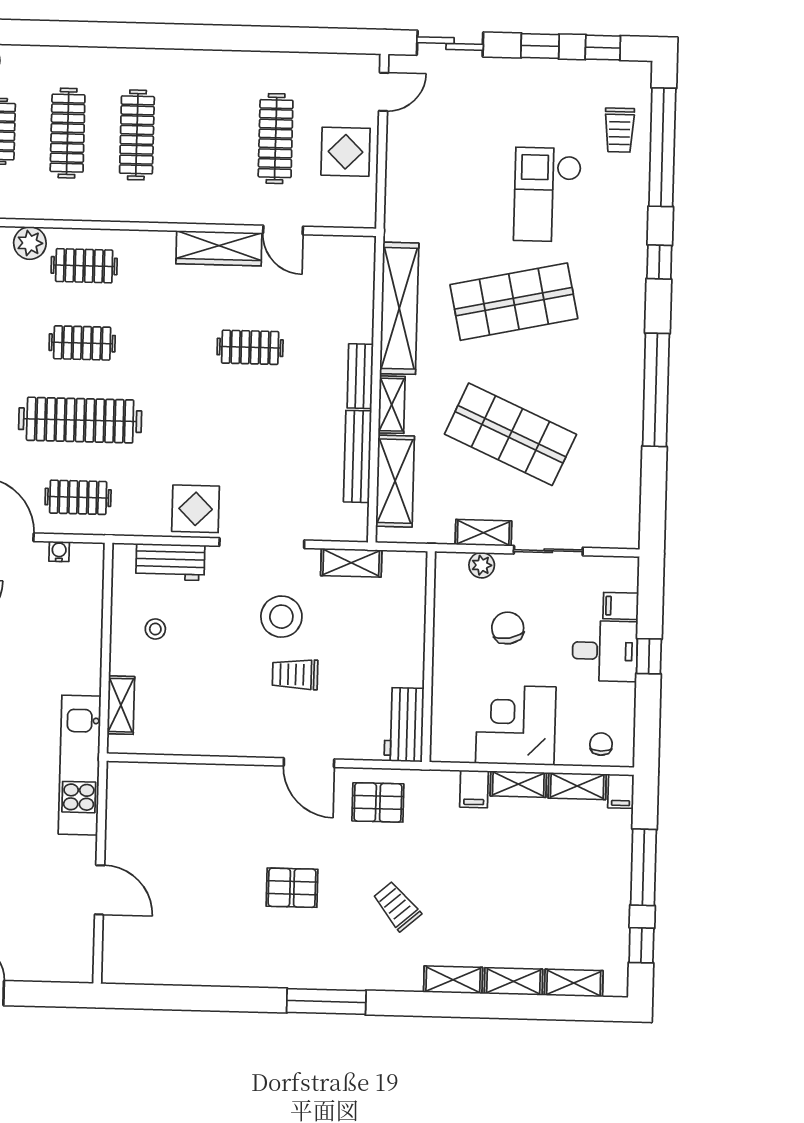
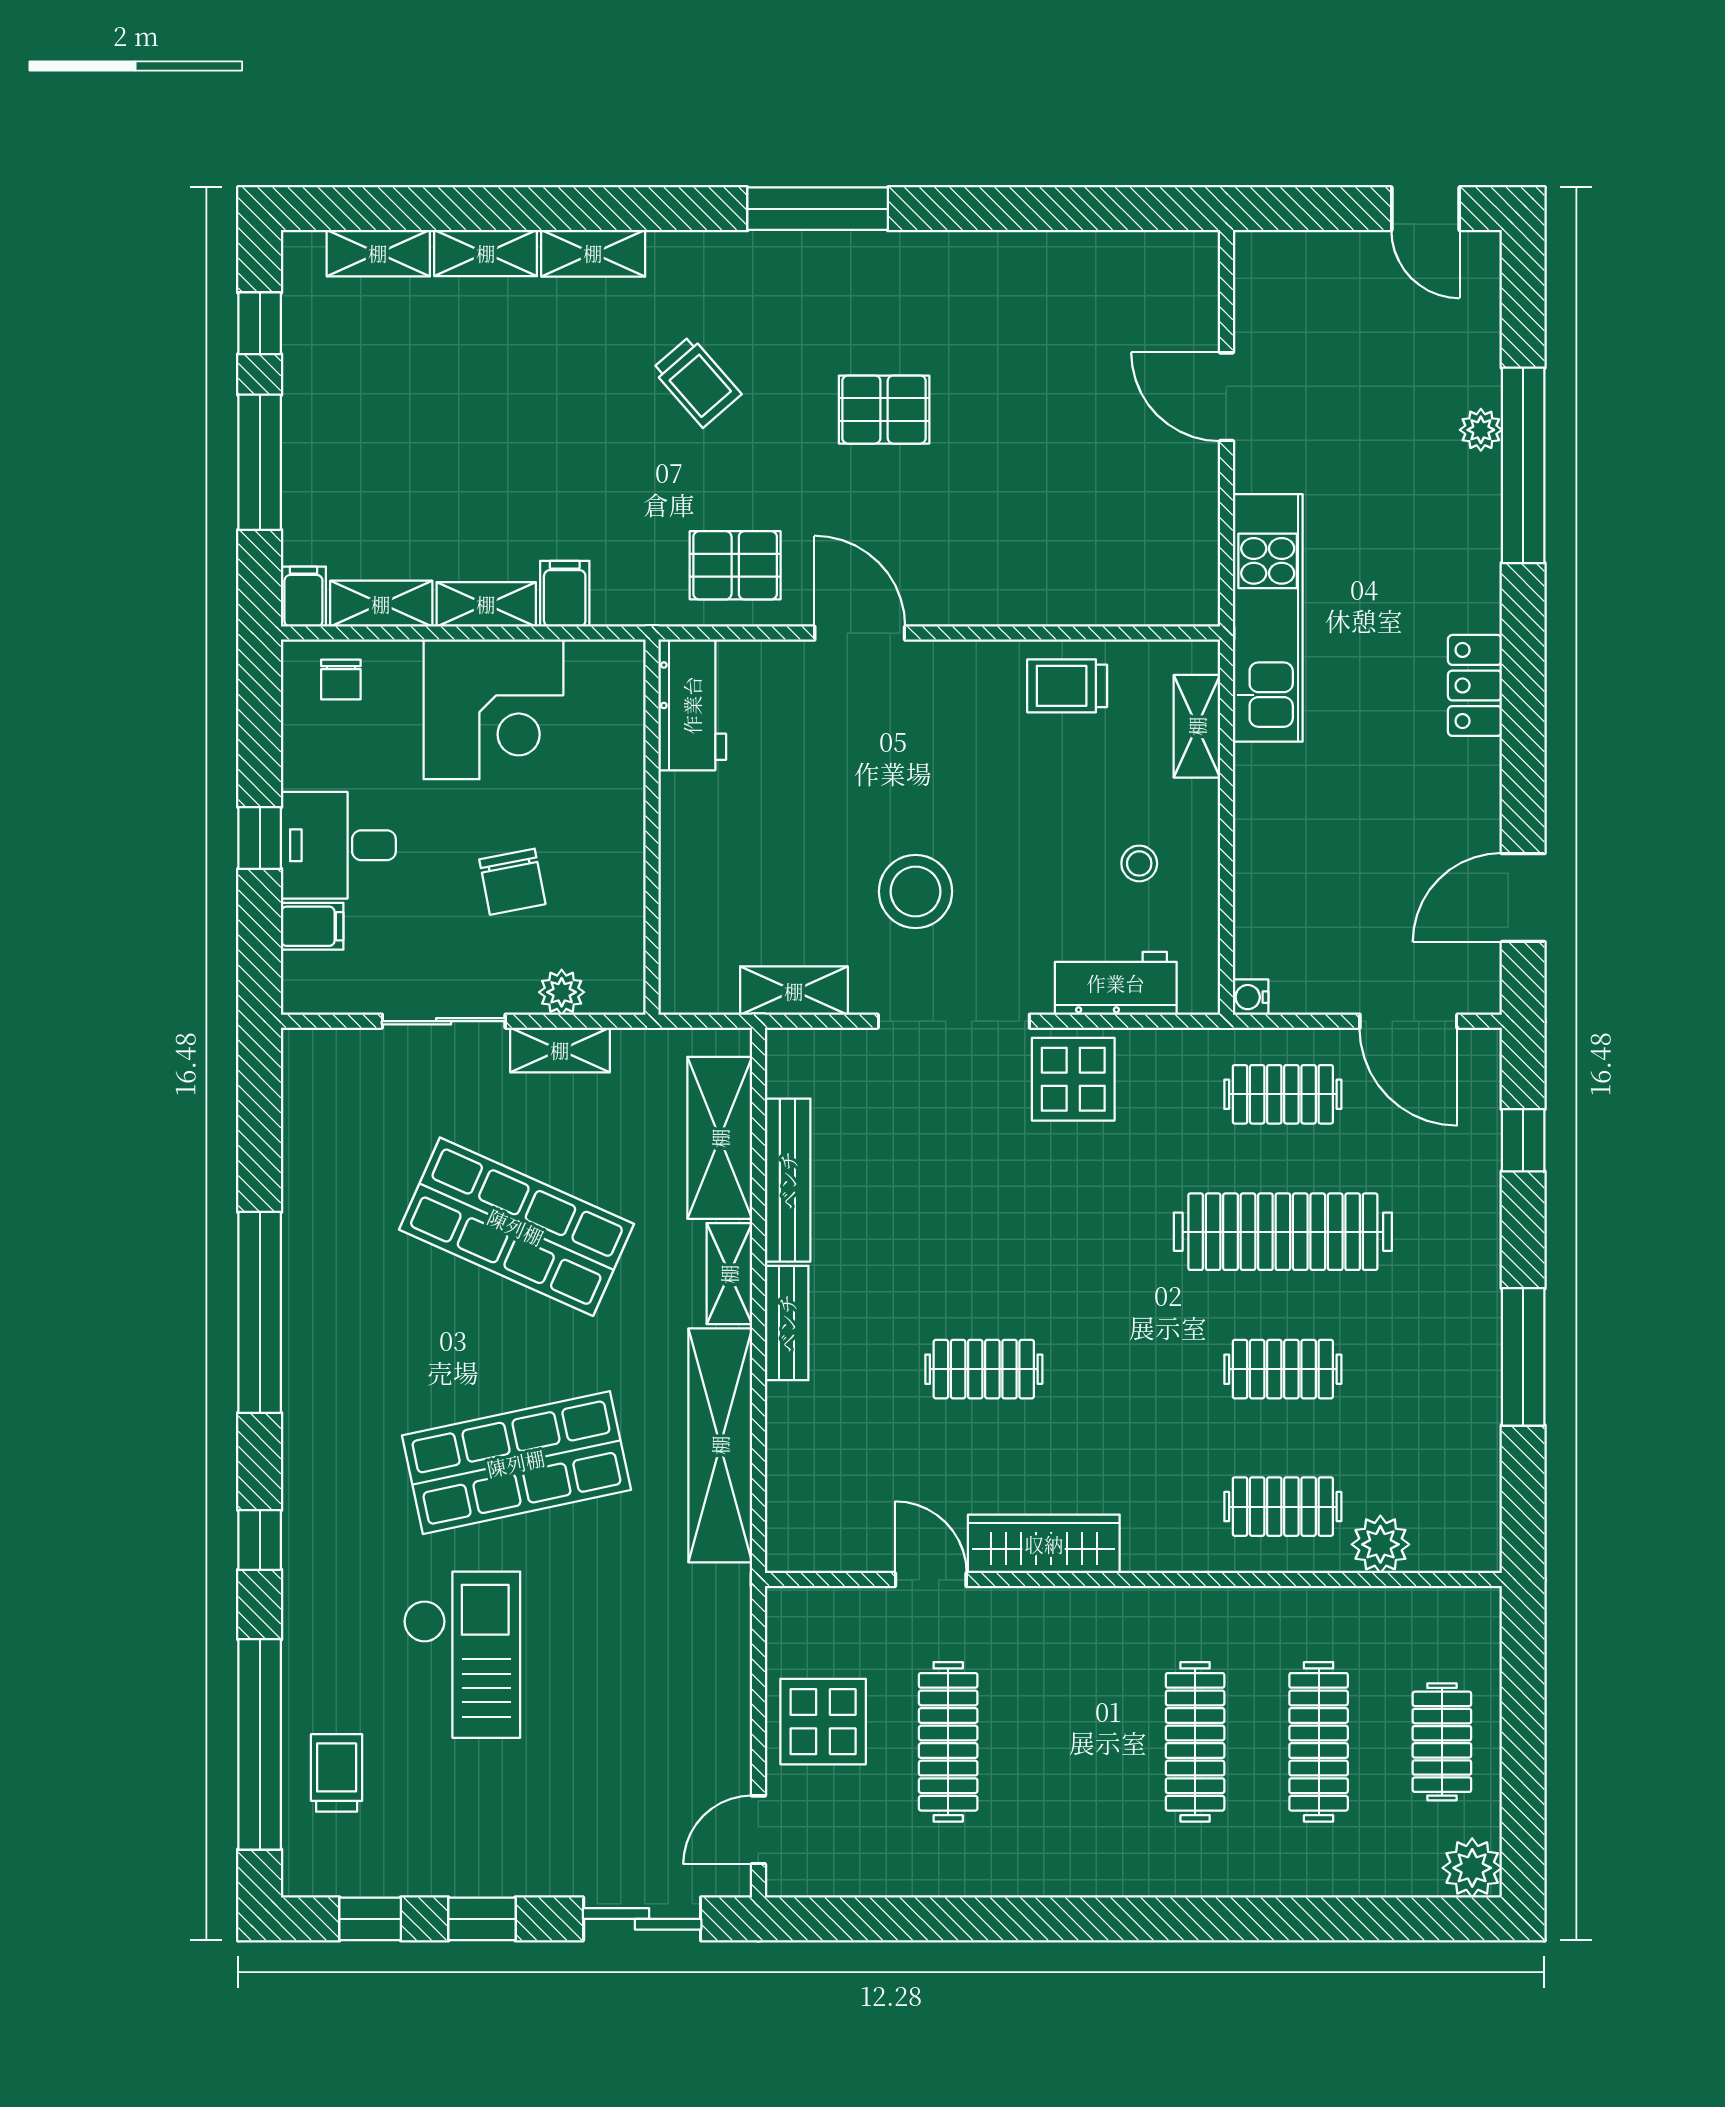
water cooler: (59, 551) -> (1251, 997), moved, turned 90
trolley: (295, 674) -> (1067, 686), moved, turned 180

